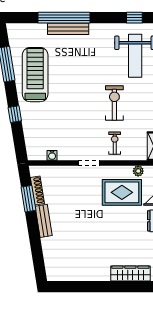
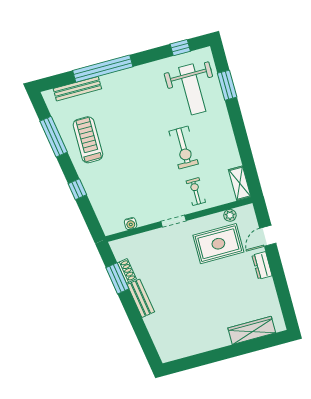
bench: (68, 29) -> (77, 89), moved
treadmill: (35, 75) -> (88, 140), width x0.73, depth x0.73
exercise bike: (114, 103) -> (184, 148), turned 180
shoe rack: (37, 190) -> (127, 271), width x0.70

